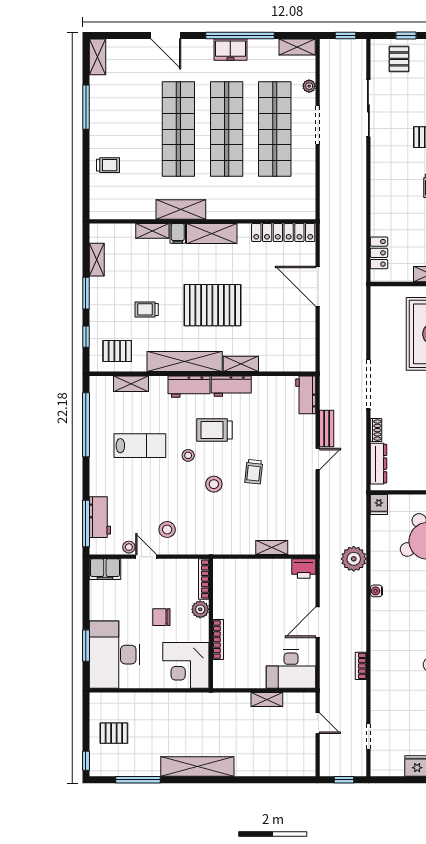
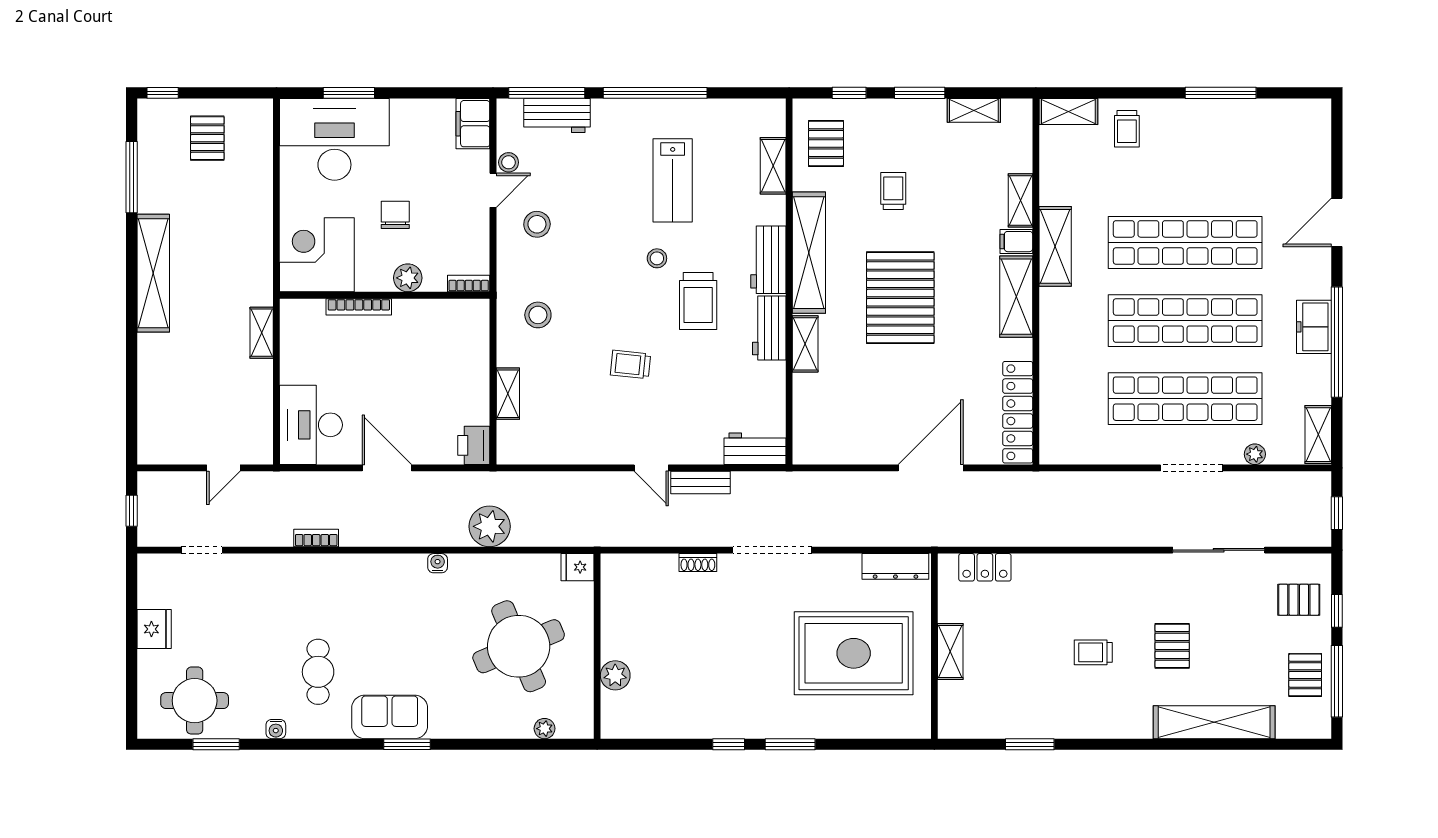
shelving: (97, 57) -> (1068, 112), moved
window: (86, 425) -> (655, 93), moved
trolley: (215, 430) -> (698, 301), turned 180
dresser: (378, 464) -> (895, 566), moved
stool: (214, 484) -> (538, 315), moved
bookcase: (204, 579) -> (469, 284), width x0.64
shelving: (267, 700) -> (262, 333), moved

